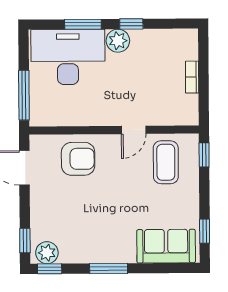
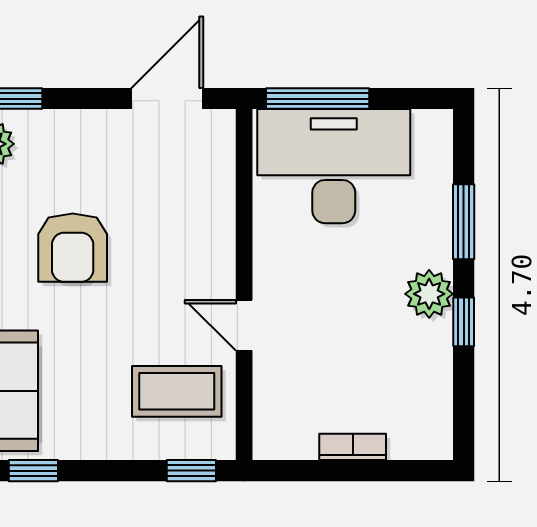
desk: (68, 57) -> (334, 166), moved, turned -90
armchair: (78, 159) -> (73, 248), moved

